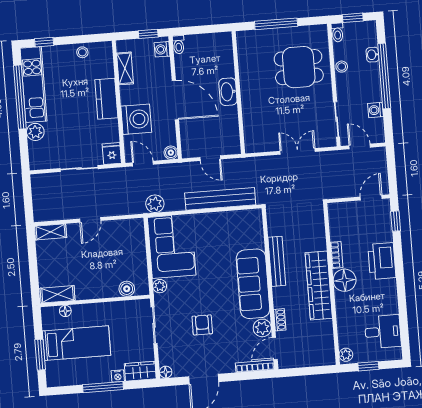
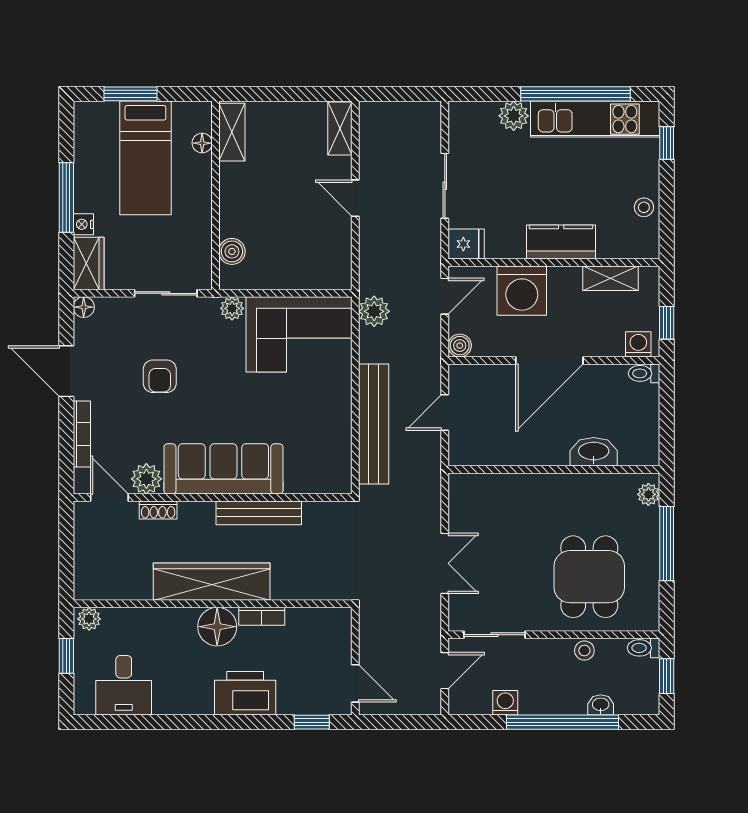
plant: (248, 37) -> (648, 494), added
washbasin: (228, 92) -> (594, 452), moved
armchair: (202, 325) -> (160, 376), turned 90
bookcase: (255, 366) -> (82, 434), moved

